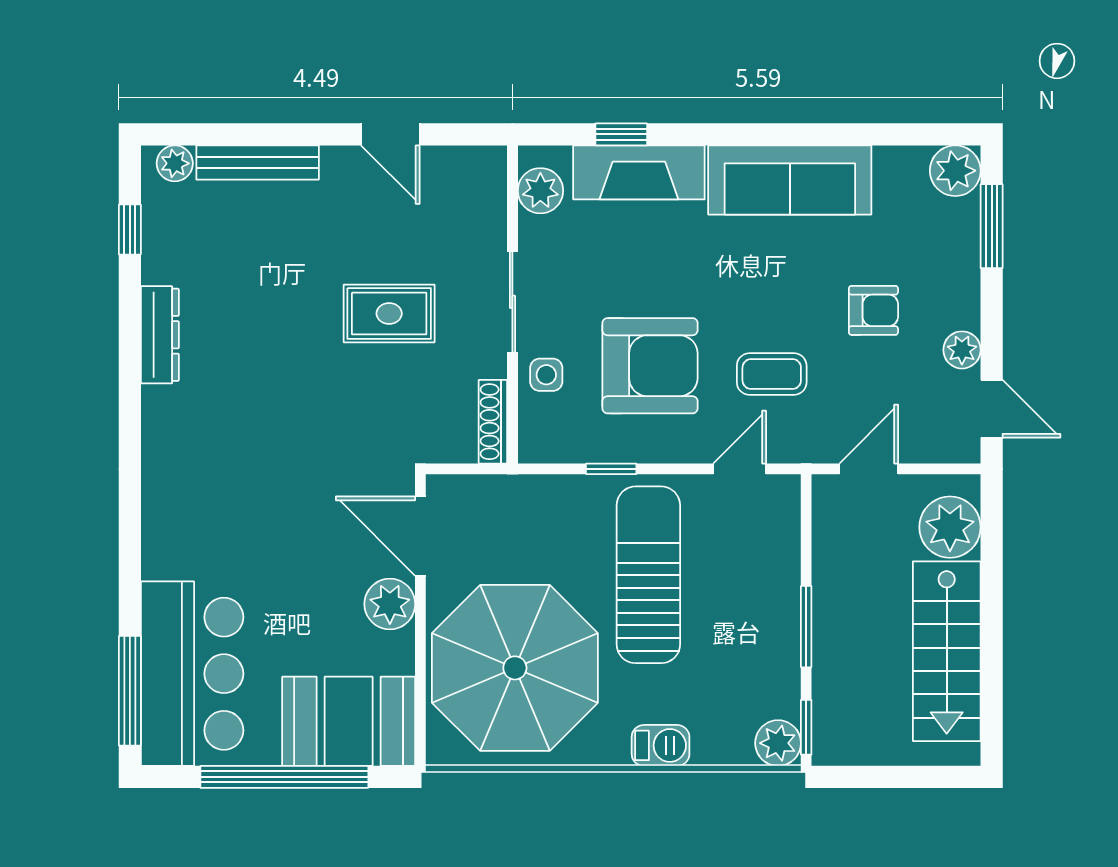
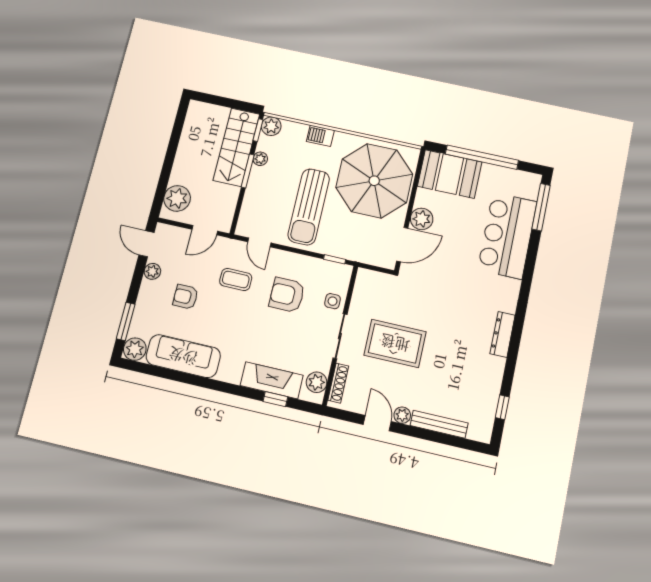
plant: (175, 163) -> (402, 415), moved
sofa: (790, 180) -> (183, 356), moved
rug: (389, 313) -> (395, 343), width x1.36, depth x1.43
dresser: (160, 335) -> (503, 334), moved
armchair: (650, 366) -> (287, 295), width x0.73, depth x0.73
shoe rack: (493, 422) -> (338, 383), moved
window: (611, 469) -> (335, 259), moved
door: (740, 469) -> (259, 242), hinge flipped
door: (420, 536) -> (402, 245), hinge flipped
stairs: (947, 651) -> (236, 147), moved, turned 180
plant: (784, 661) -> (260, 159), added
bar counter: (192, 674) -> (507, 236), moved

